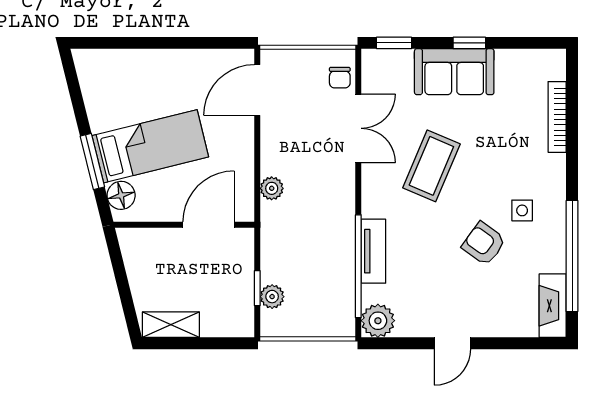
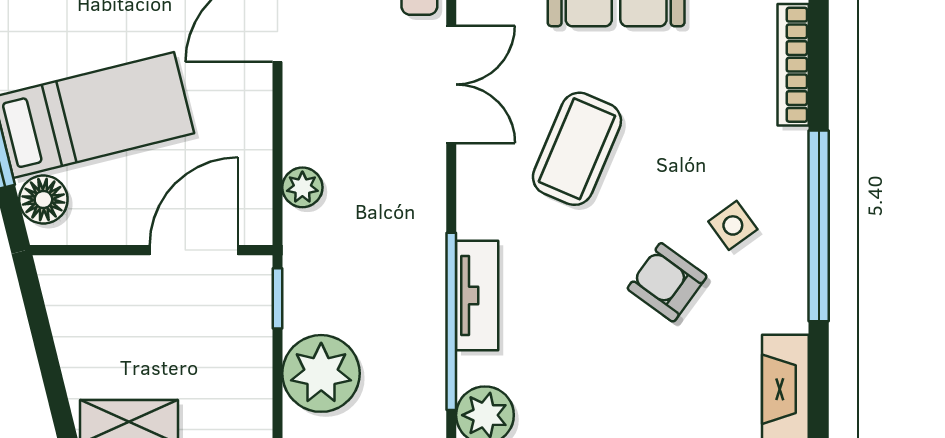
side table: (522, 210) -> (733, 225), turned -36
window: (572, 256) -> (819, 226), moved
window: (257, 288) -> (278, 298), moved
plant: (272, 297) -> (321, 373), width x1.87, depth x1.87

